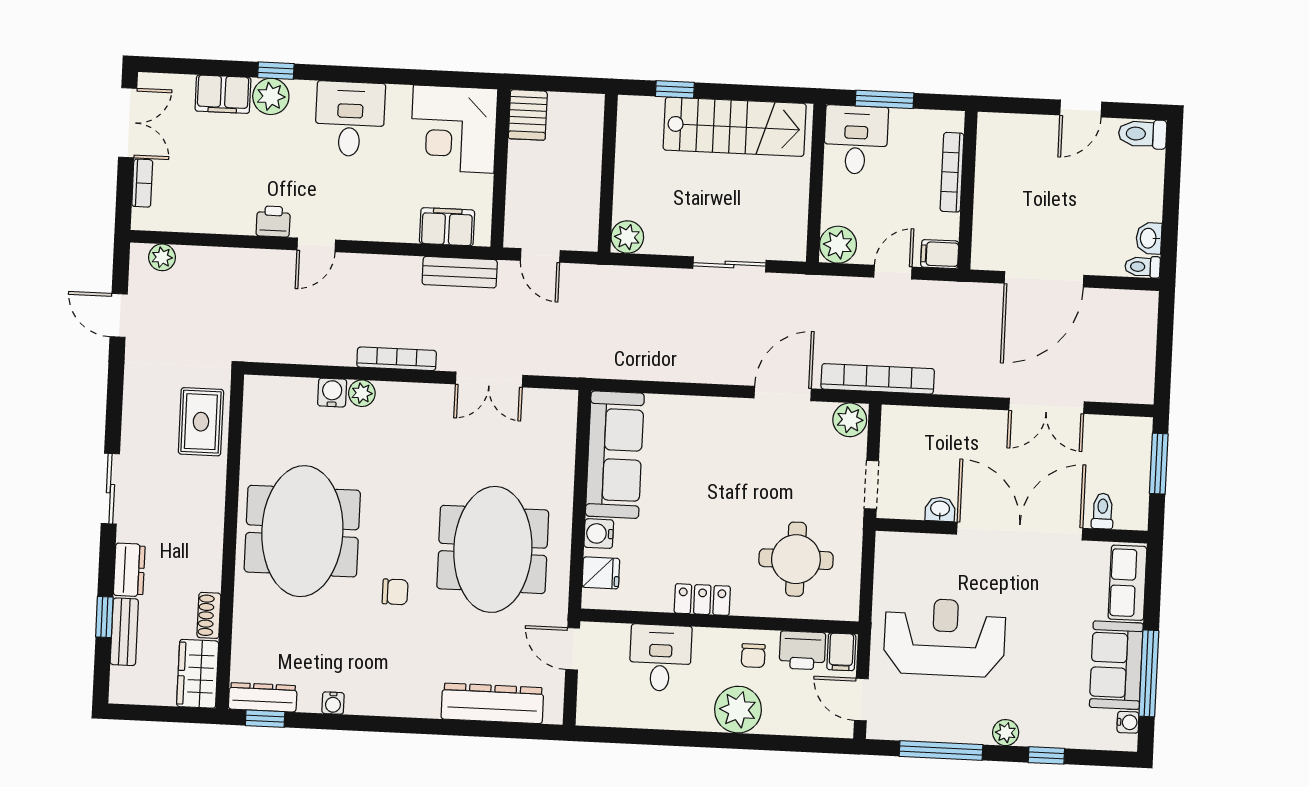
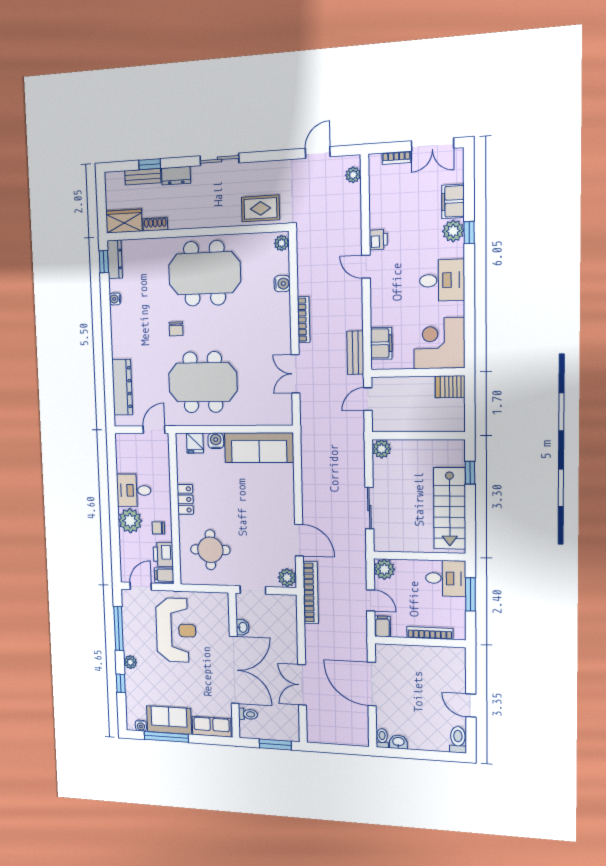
plant: (362, 393) -> (282, 243), moved
desk: (660, 658) -> (134, 490), moved, turned 180

